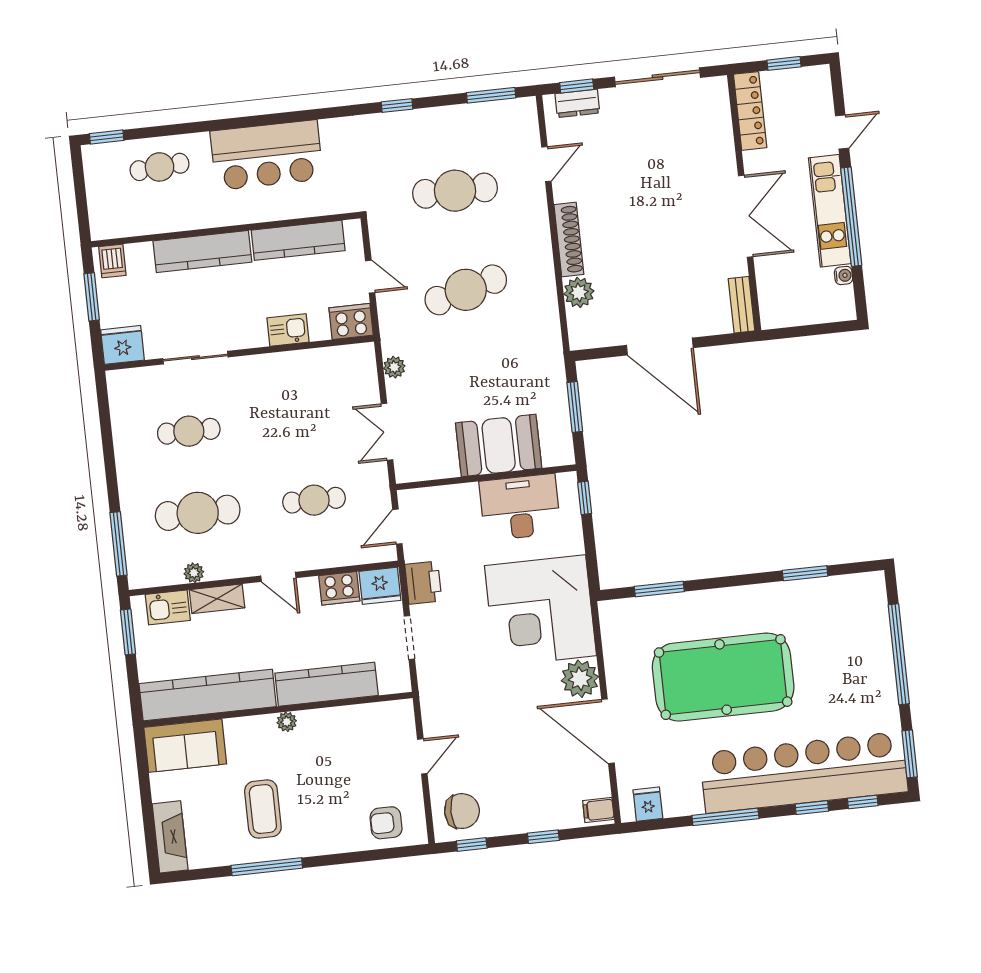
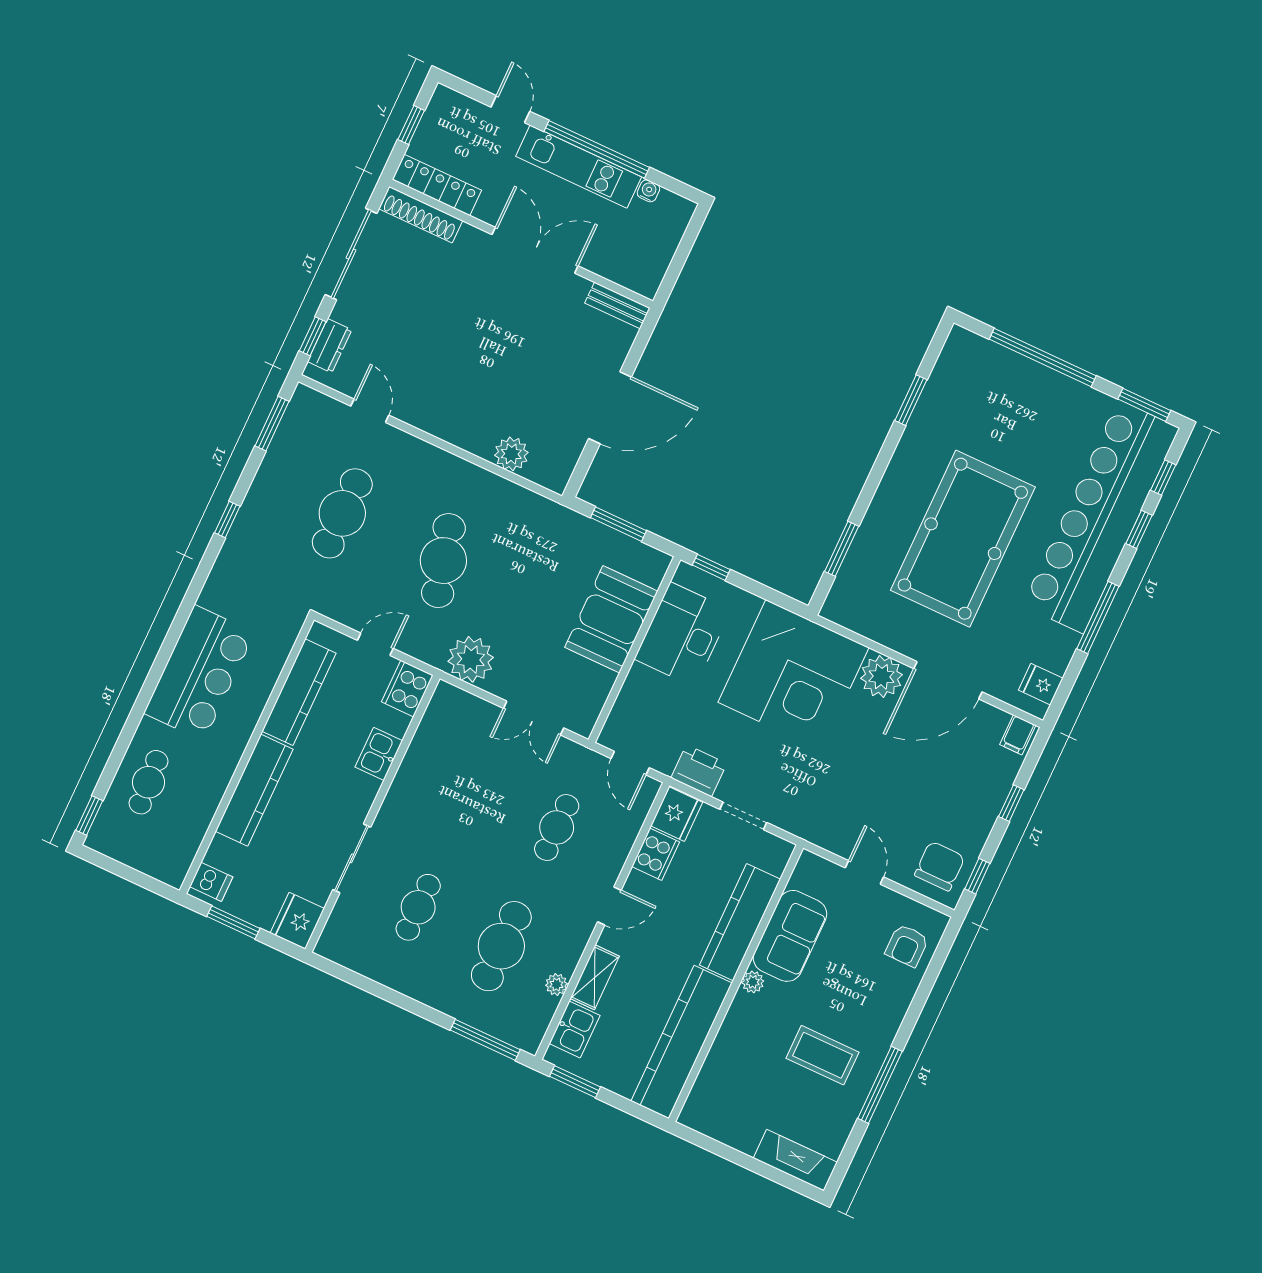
shoe rack: (569, 239) -> (421, 215), moved, turned 180
plant: (394, 367) -> (471, 659), width x1.88, depth x1.88
sofa: (185, 746) -> (790, 936), moved

